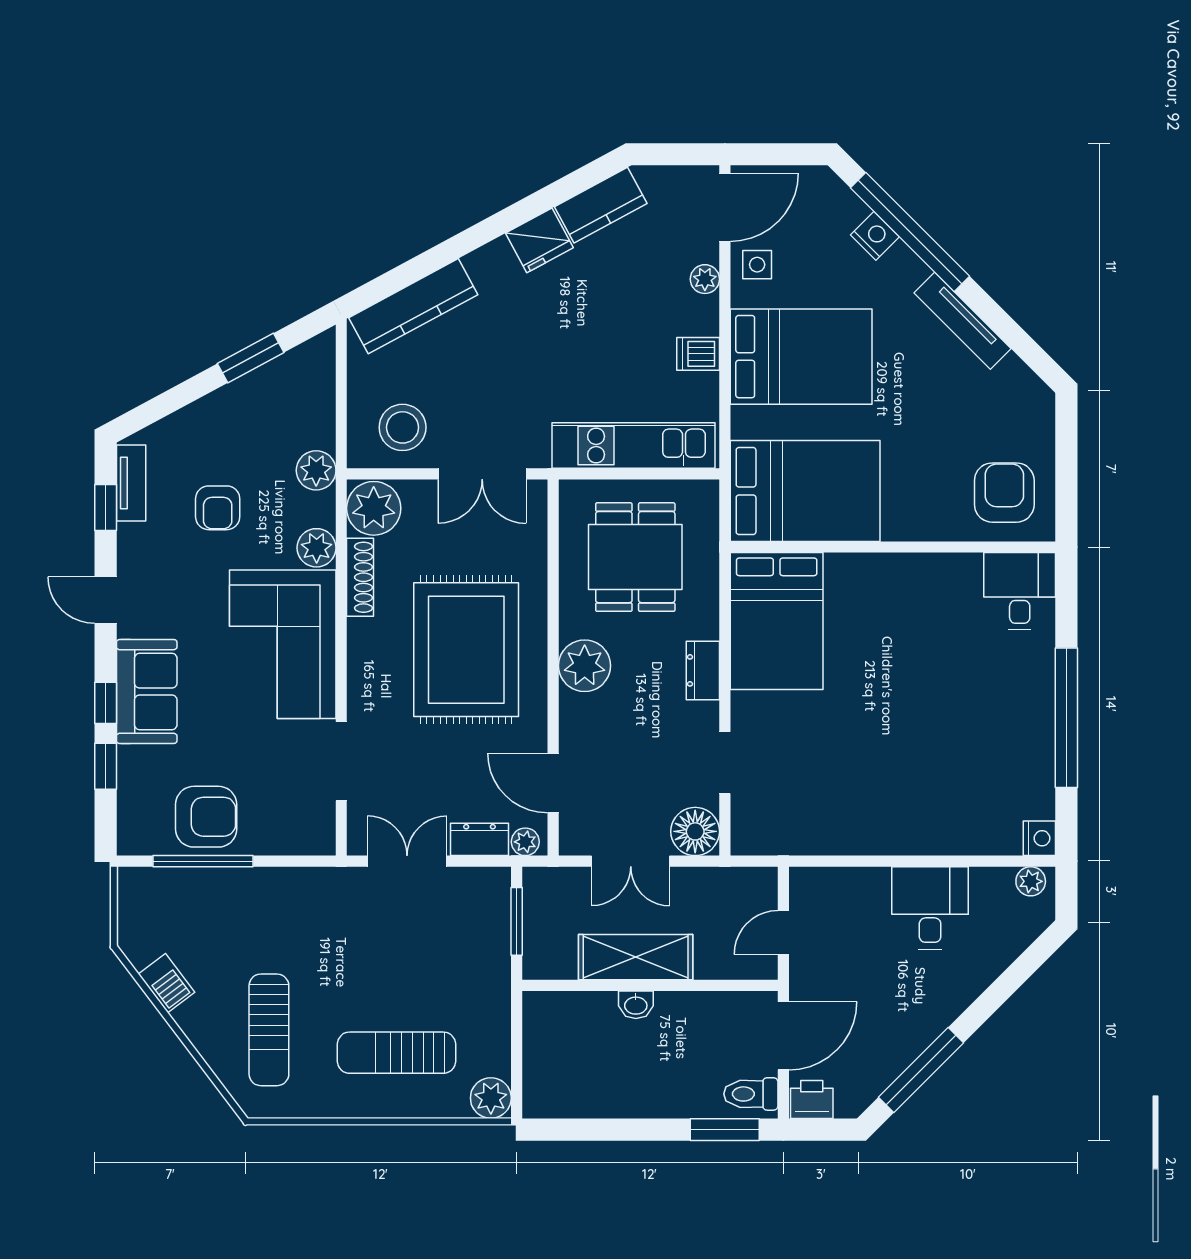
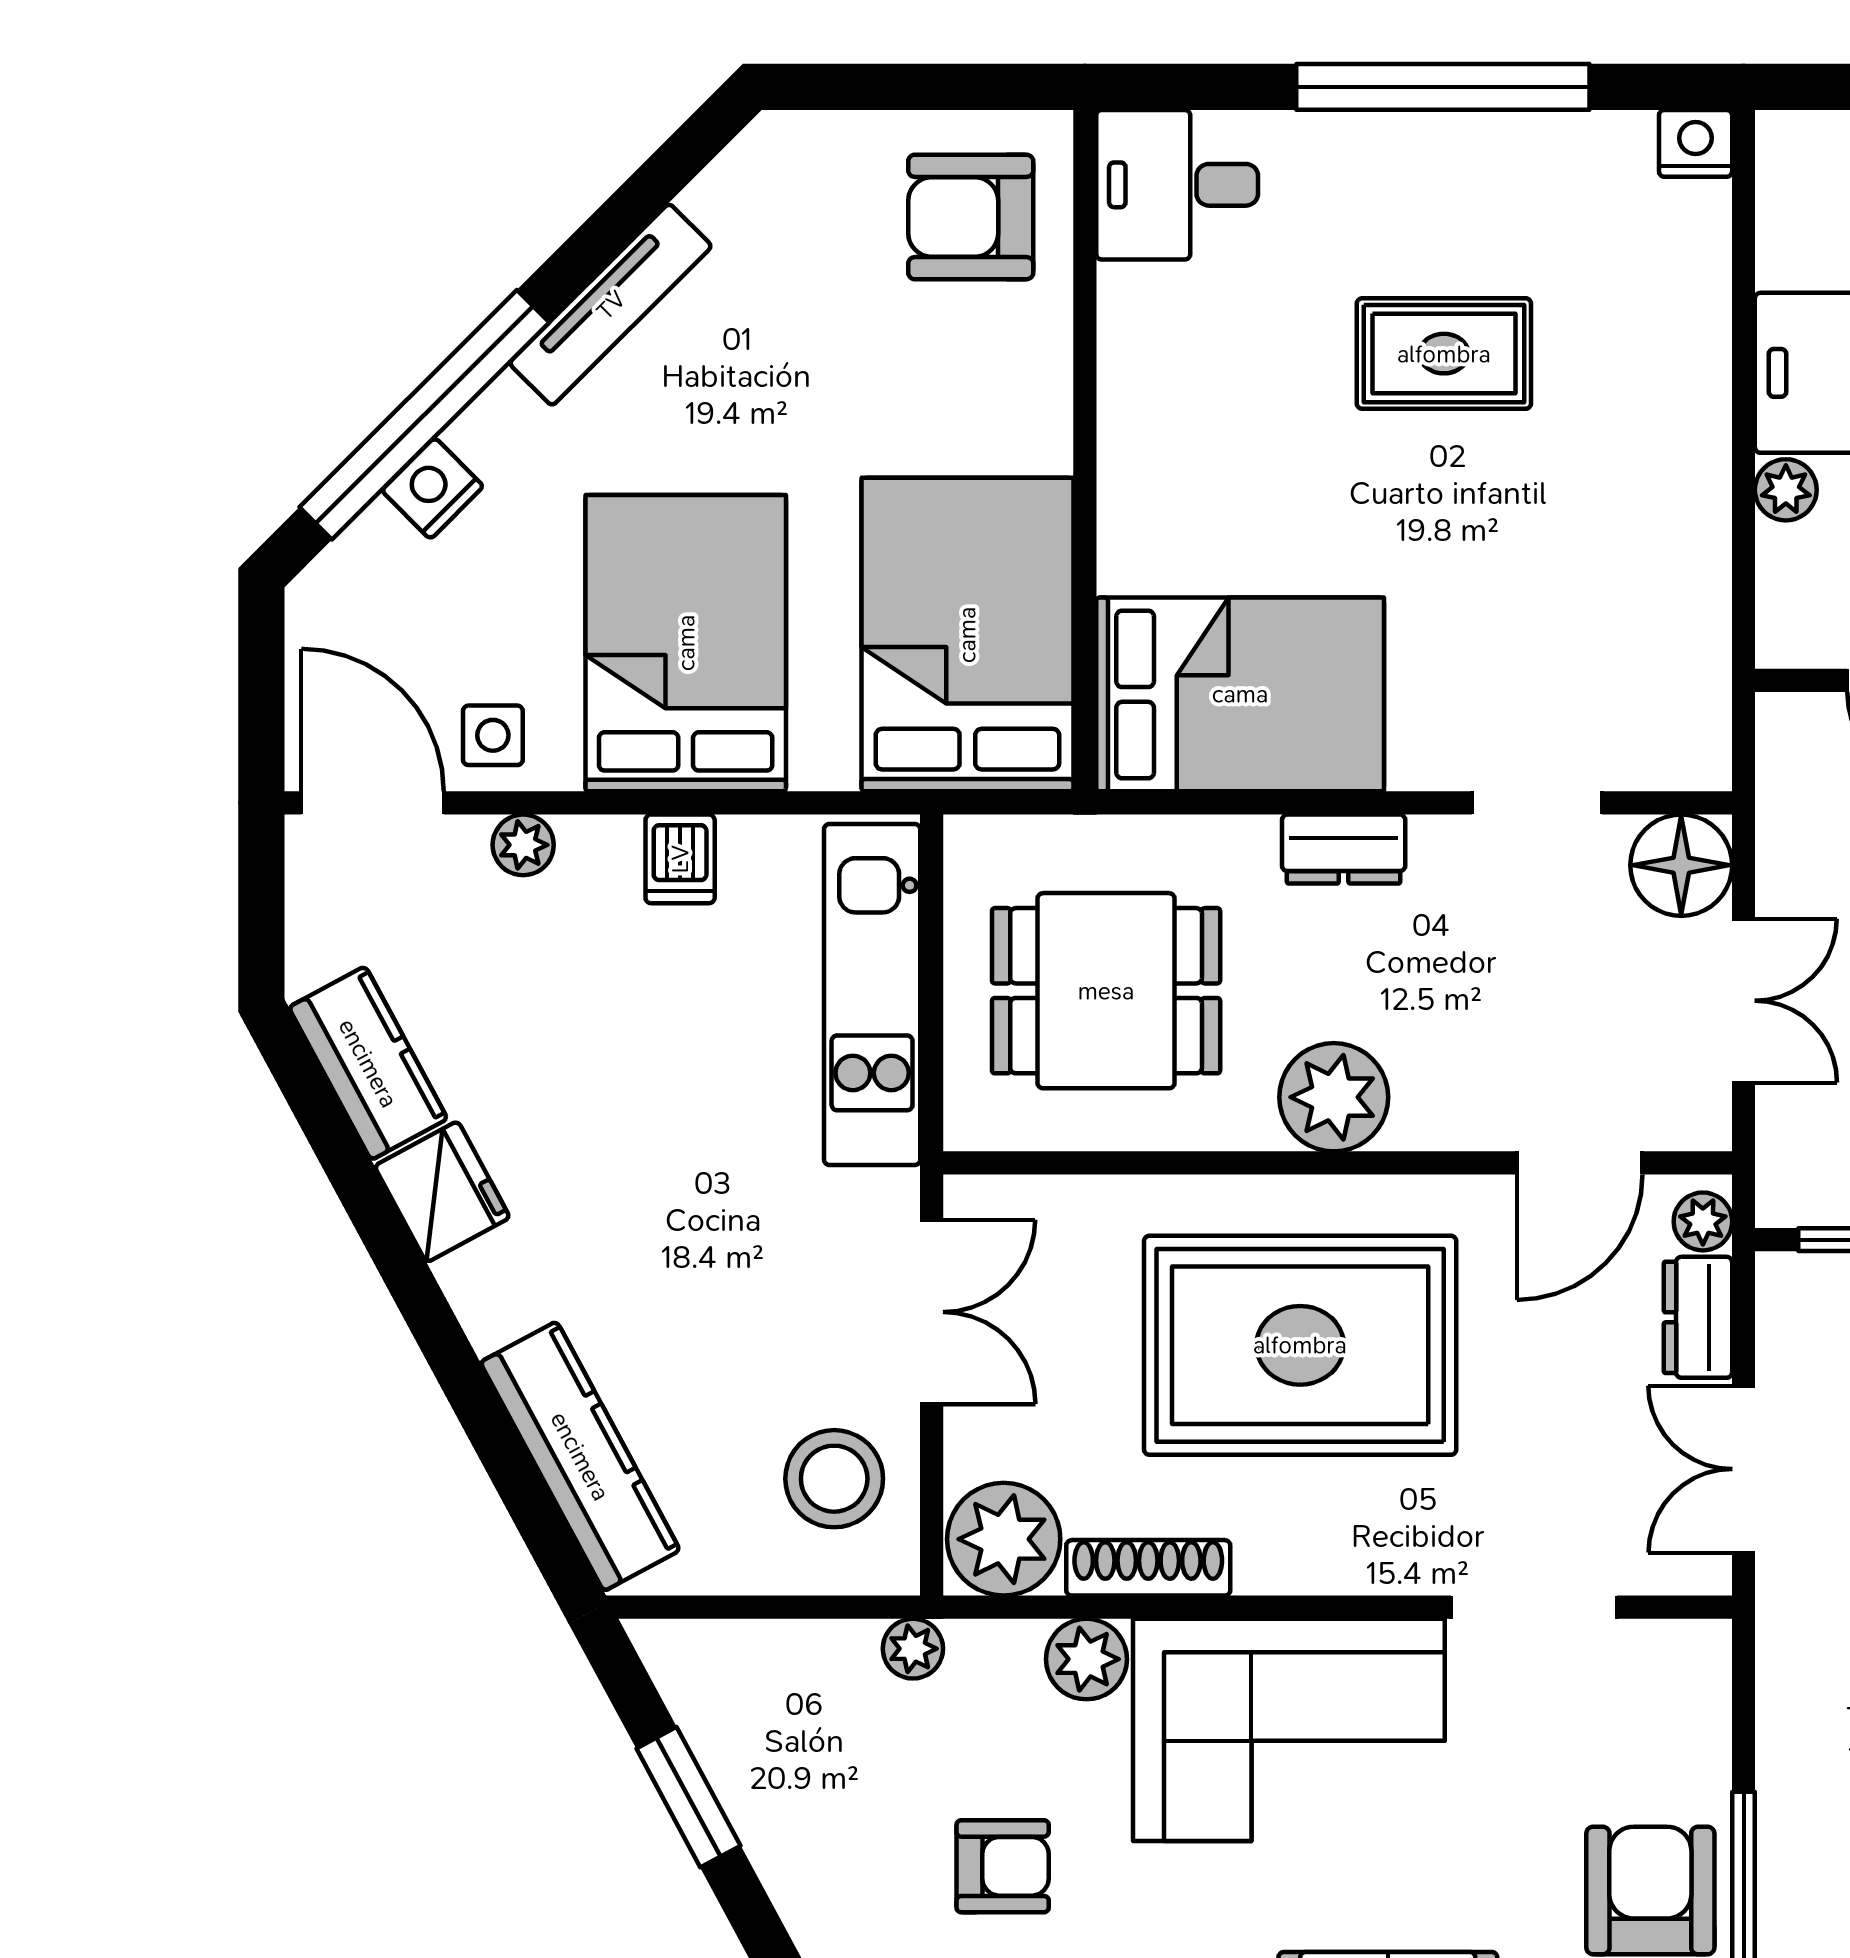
plant: (316, 470) -> (913, 1649), width x0.73, depth x0.73
rug: (939, 718) -> (1444, 354), added
plant: (1031, 881) -> (1786, 490), moved

